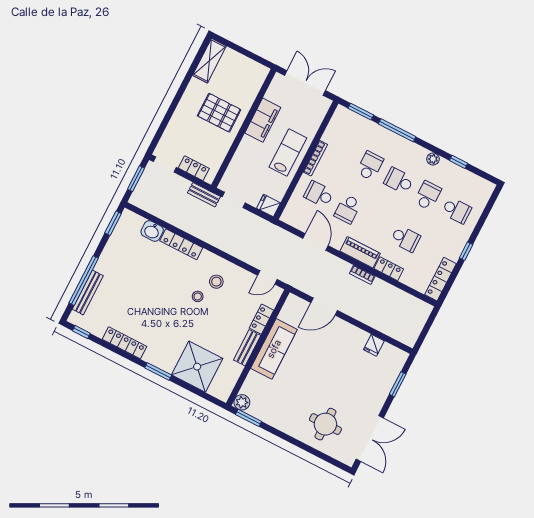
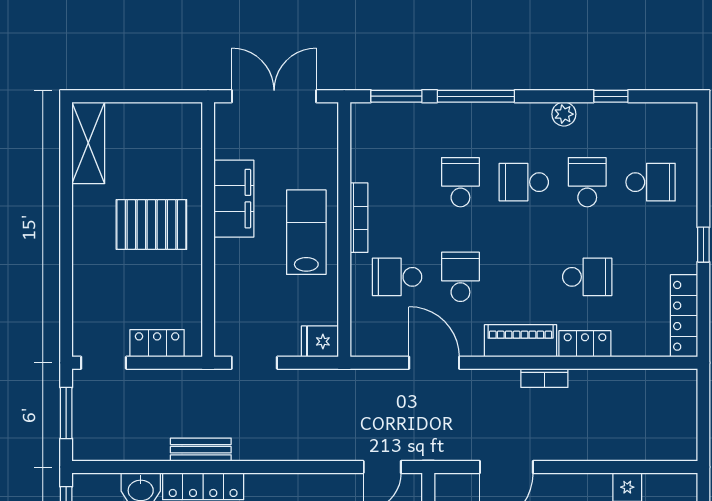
bench: (204, 195) -> (201, 450), moved
school desk: (348, 209) -> (460, 277), turned 180

